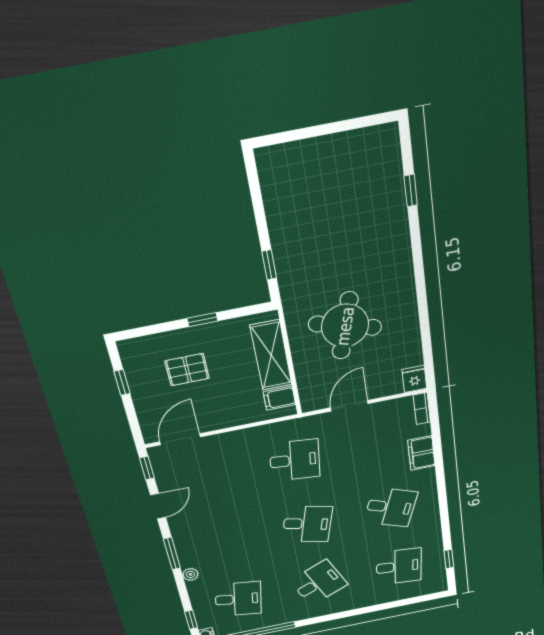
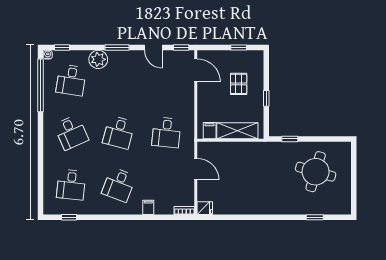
round table: (345, 326) -> (316, 172), moved
filing cabinet: (421, 453) -> (148, 207), width x0.50
plant: (190, 574) -> (98, 59), width x1.87, depth x1.87

